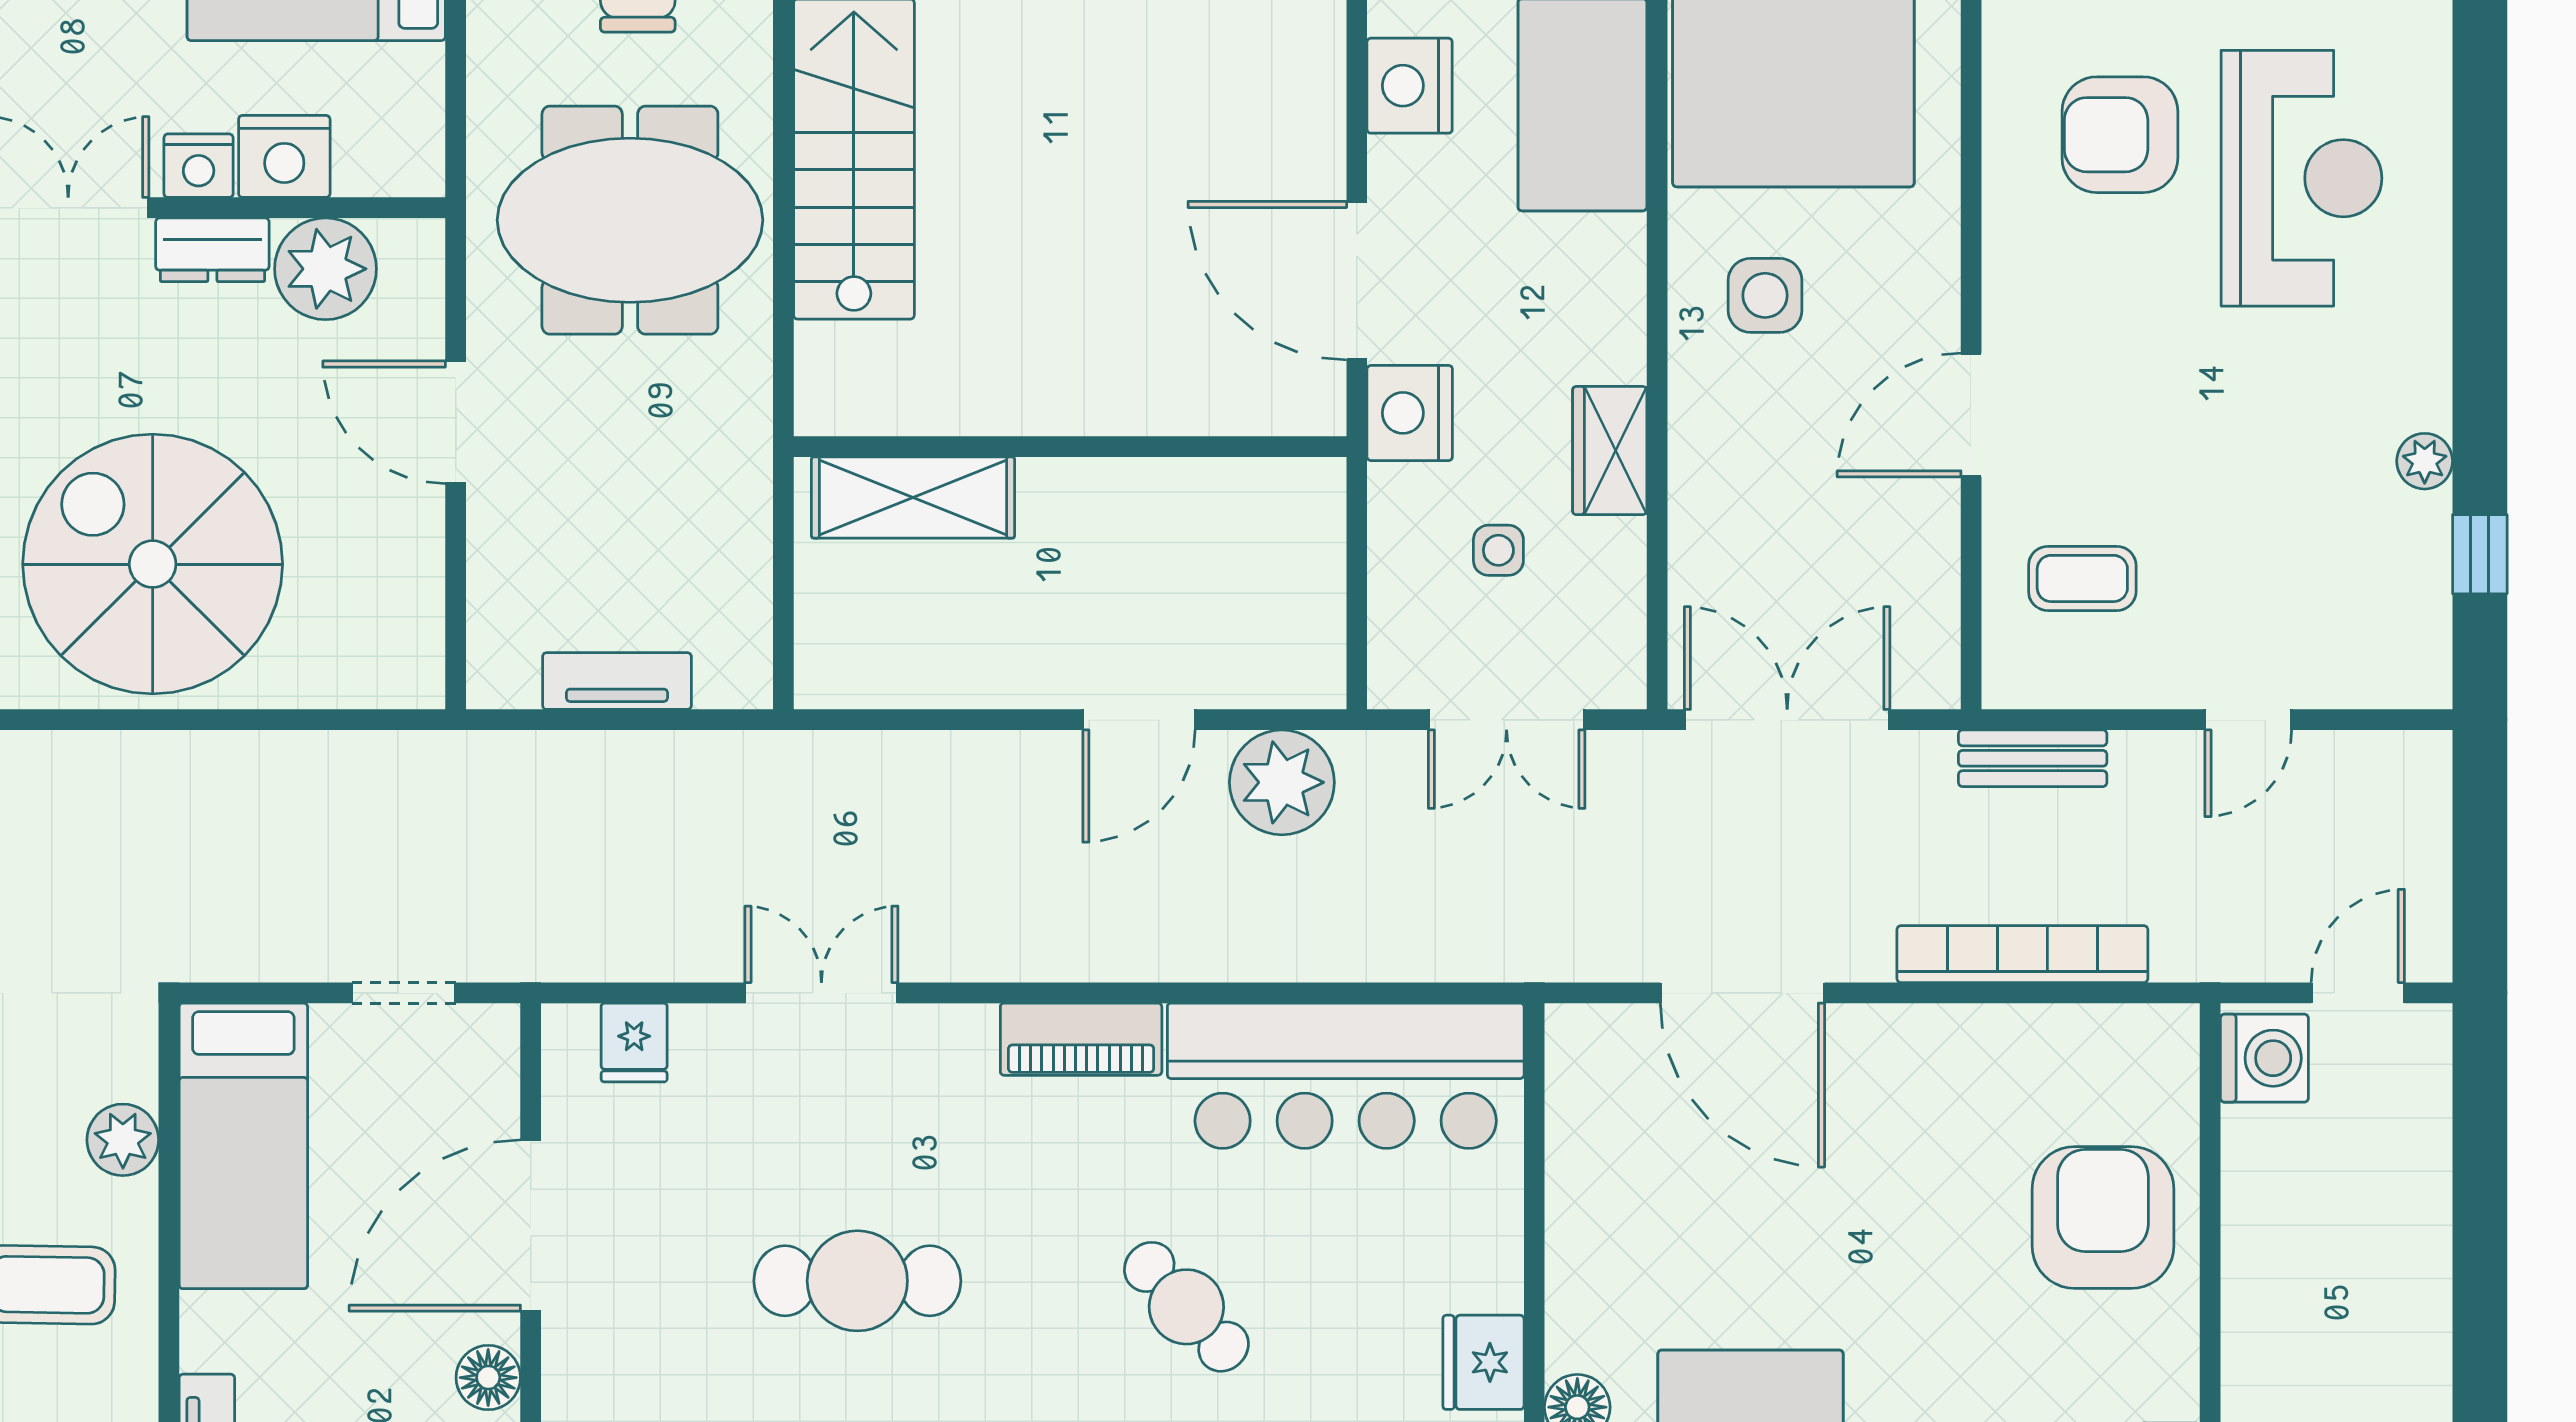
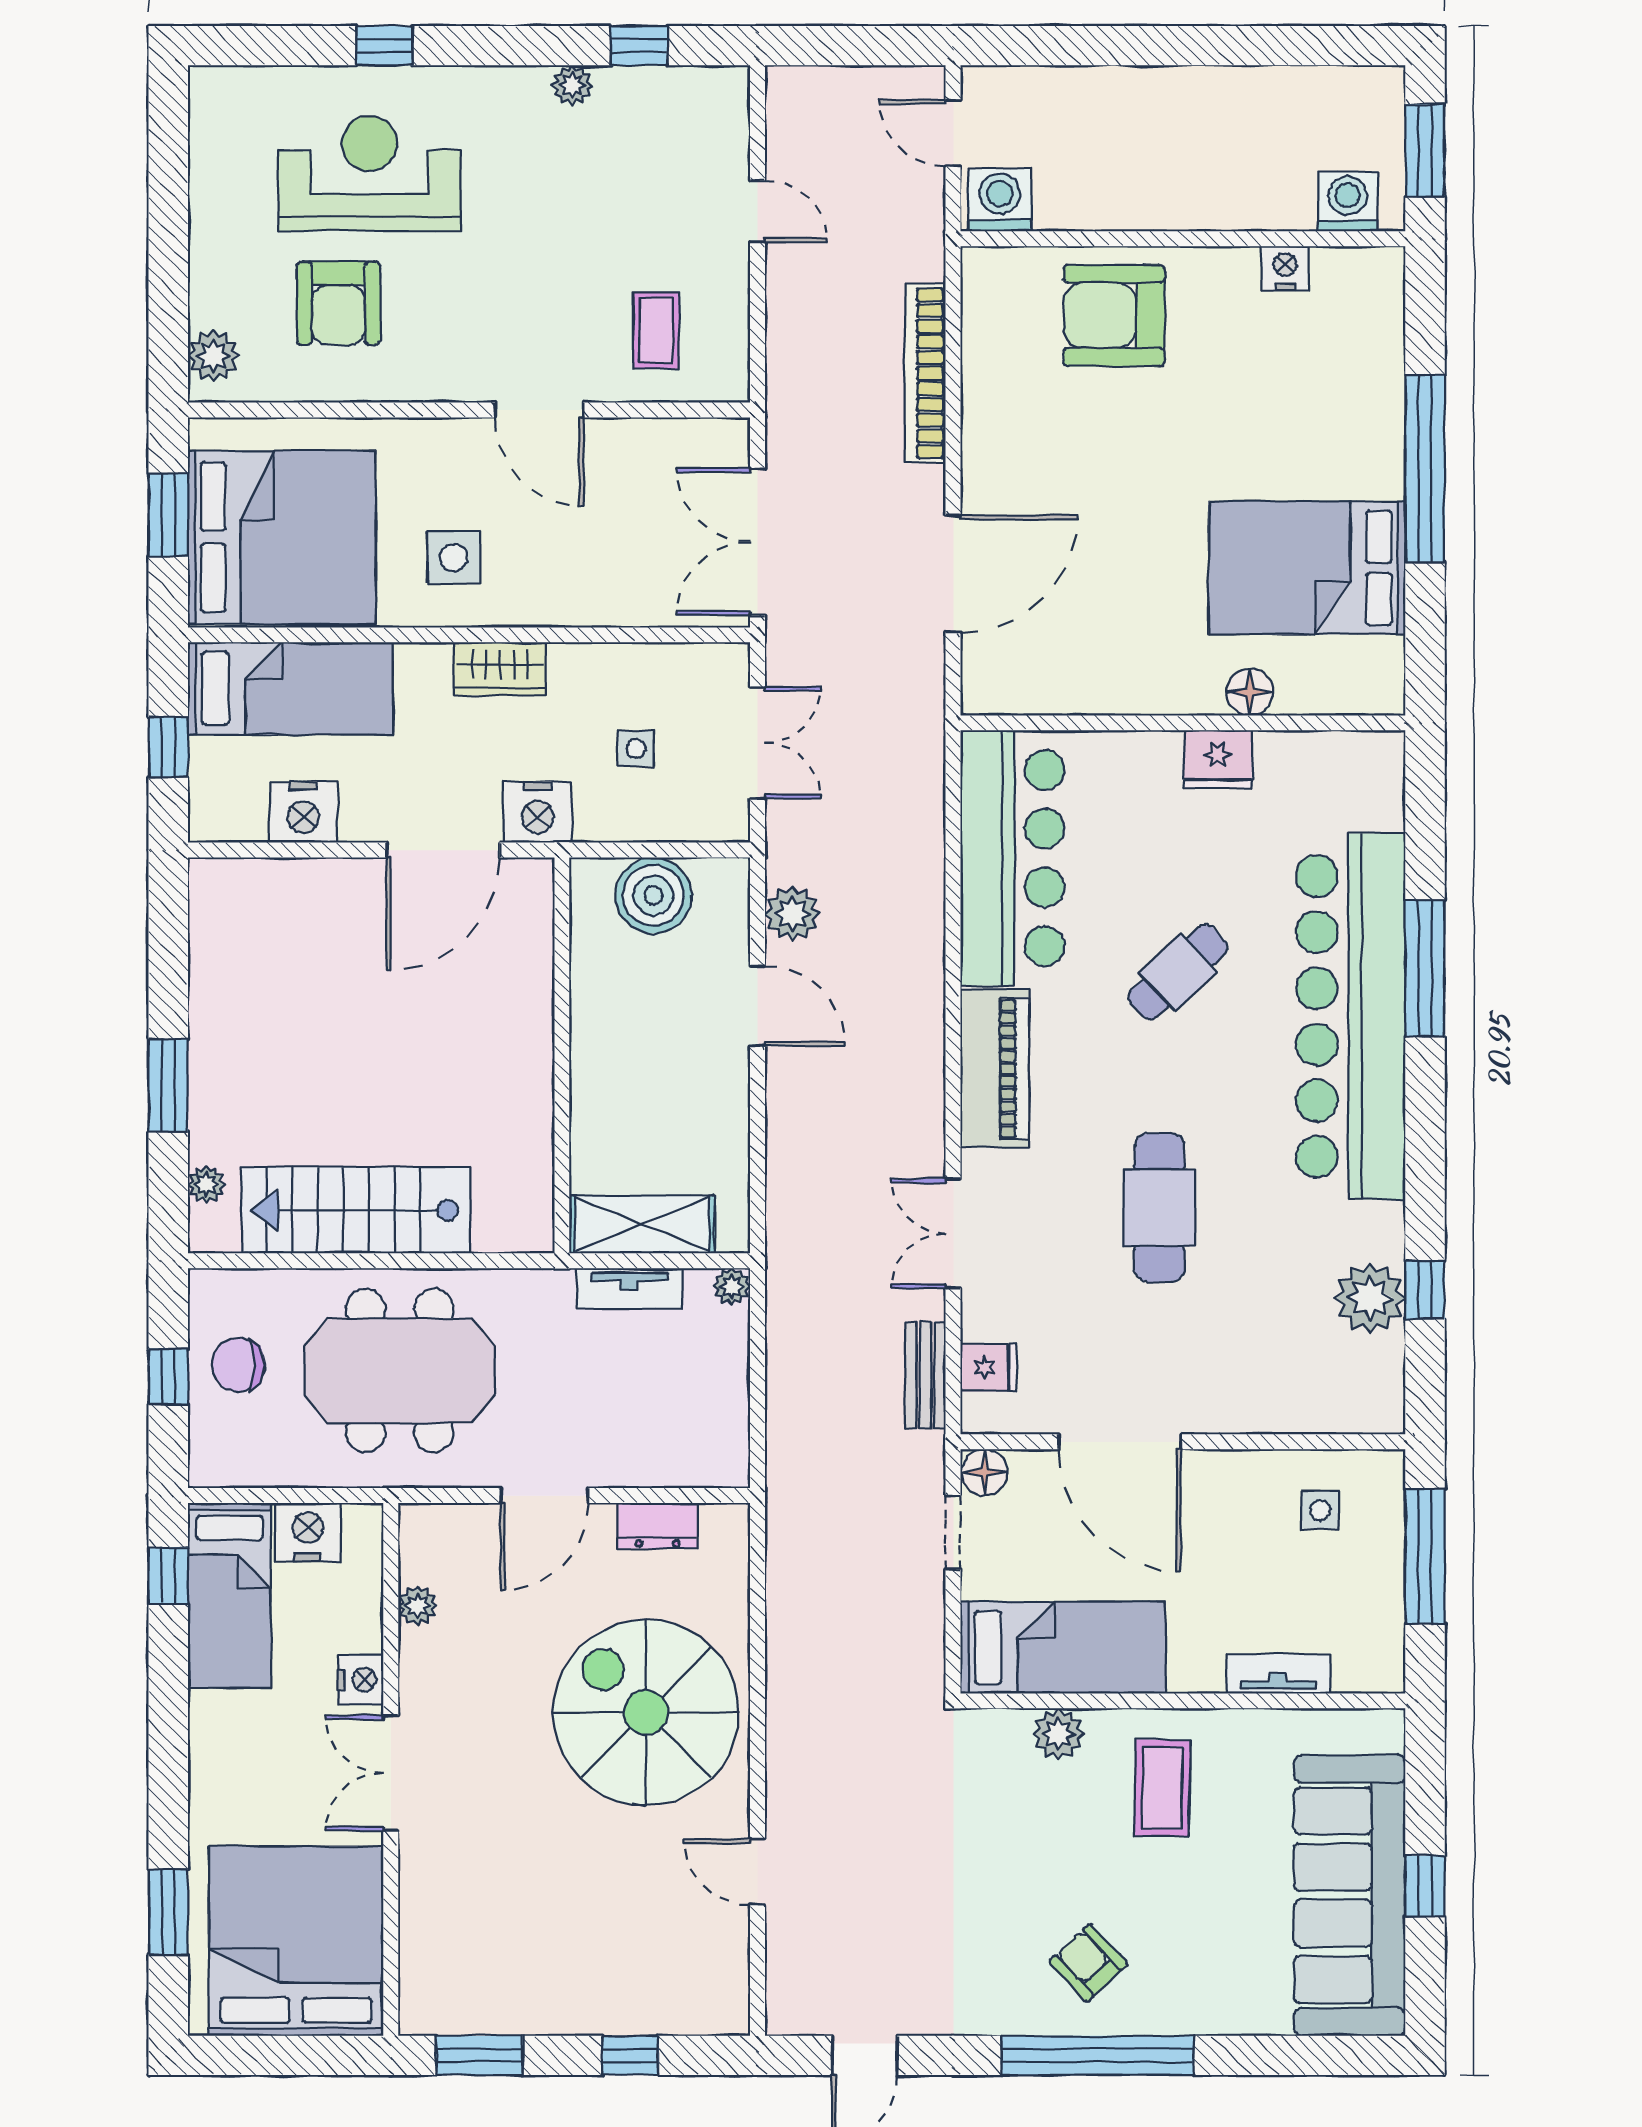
nightstand: (284, 156) -> (308, 1532), moved, turned -90
window: (2480, 199) -> (384, 46), added
meeting table: (630, 220) -> (400, 1371), turned 90
dresser: (212, 250) -> (657, 1526), moved, turned 90
plant: (325, 269) -> (417, 1606), width x0.53, depth x0.53
wardrobe: (1610, 451) -> (500, 669), moved
shelving: (913, 498) -> (642, 1224), moved, turned 90
spiral stairs: (153, 564) -> (646, 1713), turned 90
boiler: (1293, 575) -> (653, 895), added
tv unit: (617, 681) -> (629, 1288), moved, turned -90
plant: (747, 684) -> (732, 1287), added
bench: (2033, 758) -> (925, 1375), moved
plant: (1282, 782) -> (792, 914), width x0.73, depth x0.73
piano: (1081, 1039) -> (995, 1069), width x1.37, depth x1.33
floor lamp: (488, 1378) -> (985, 1472), moved

